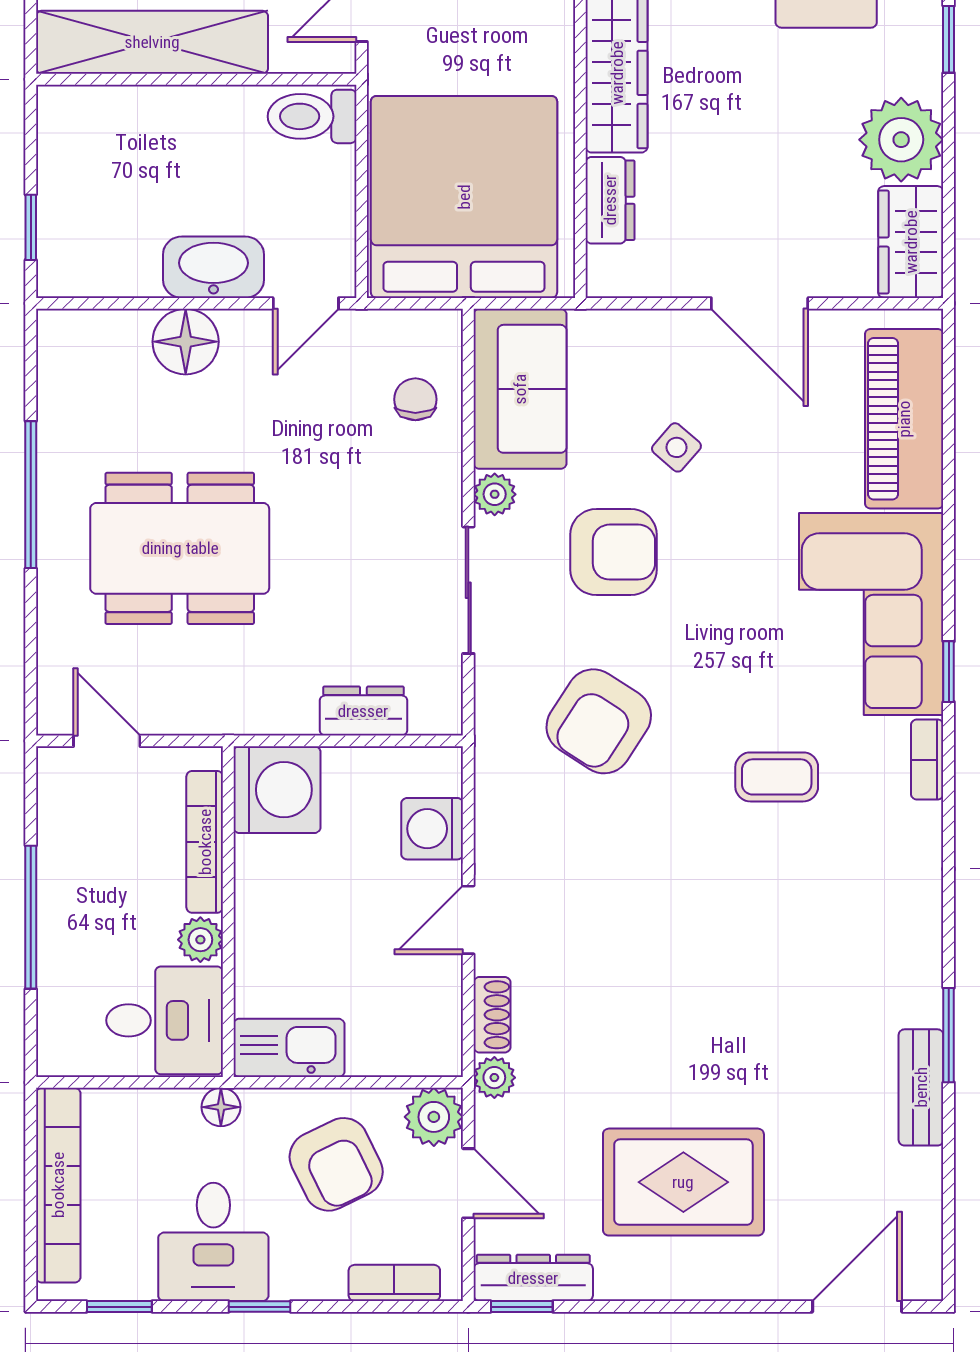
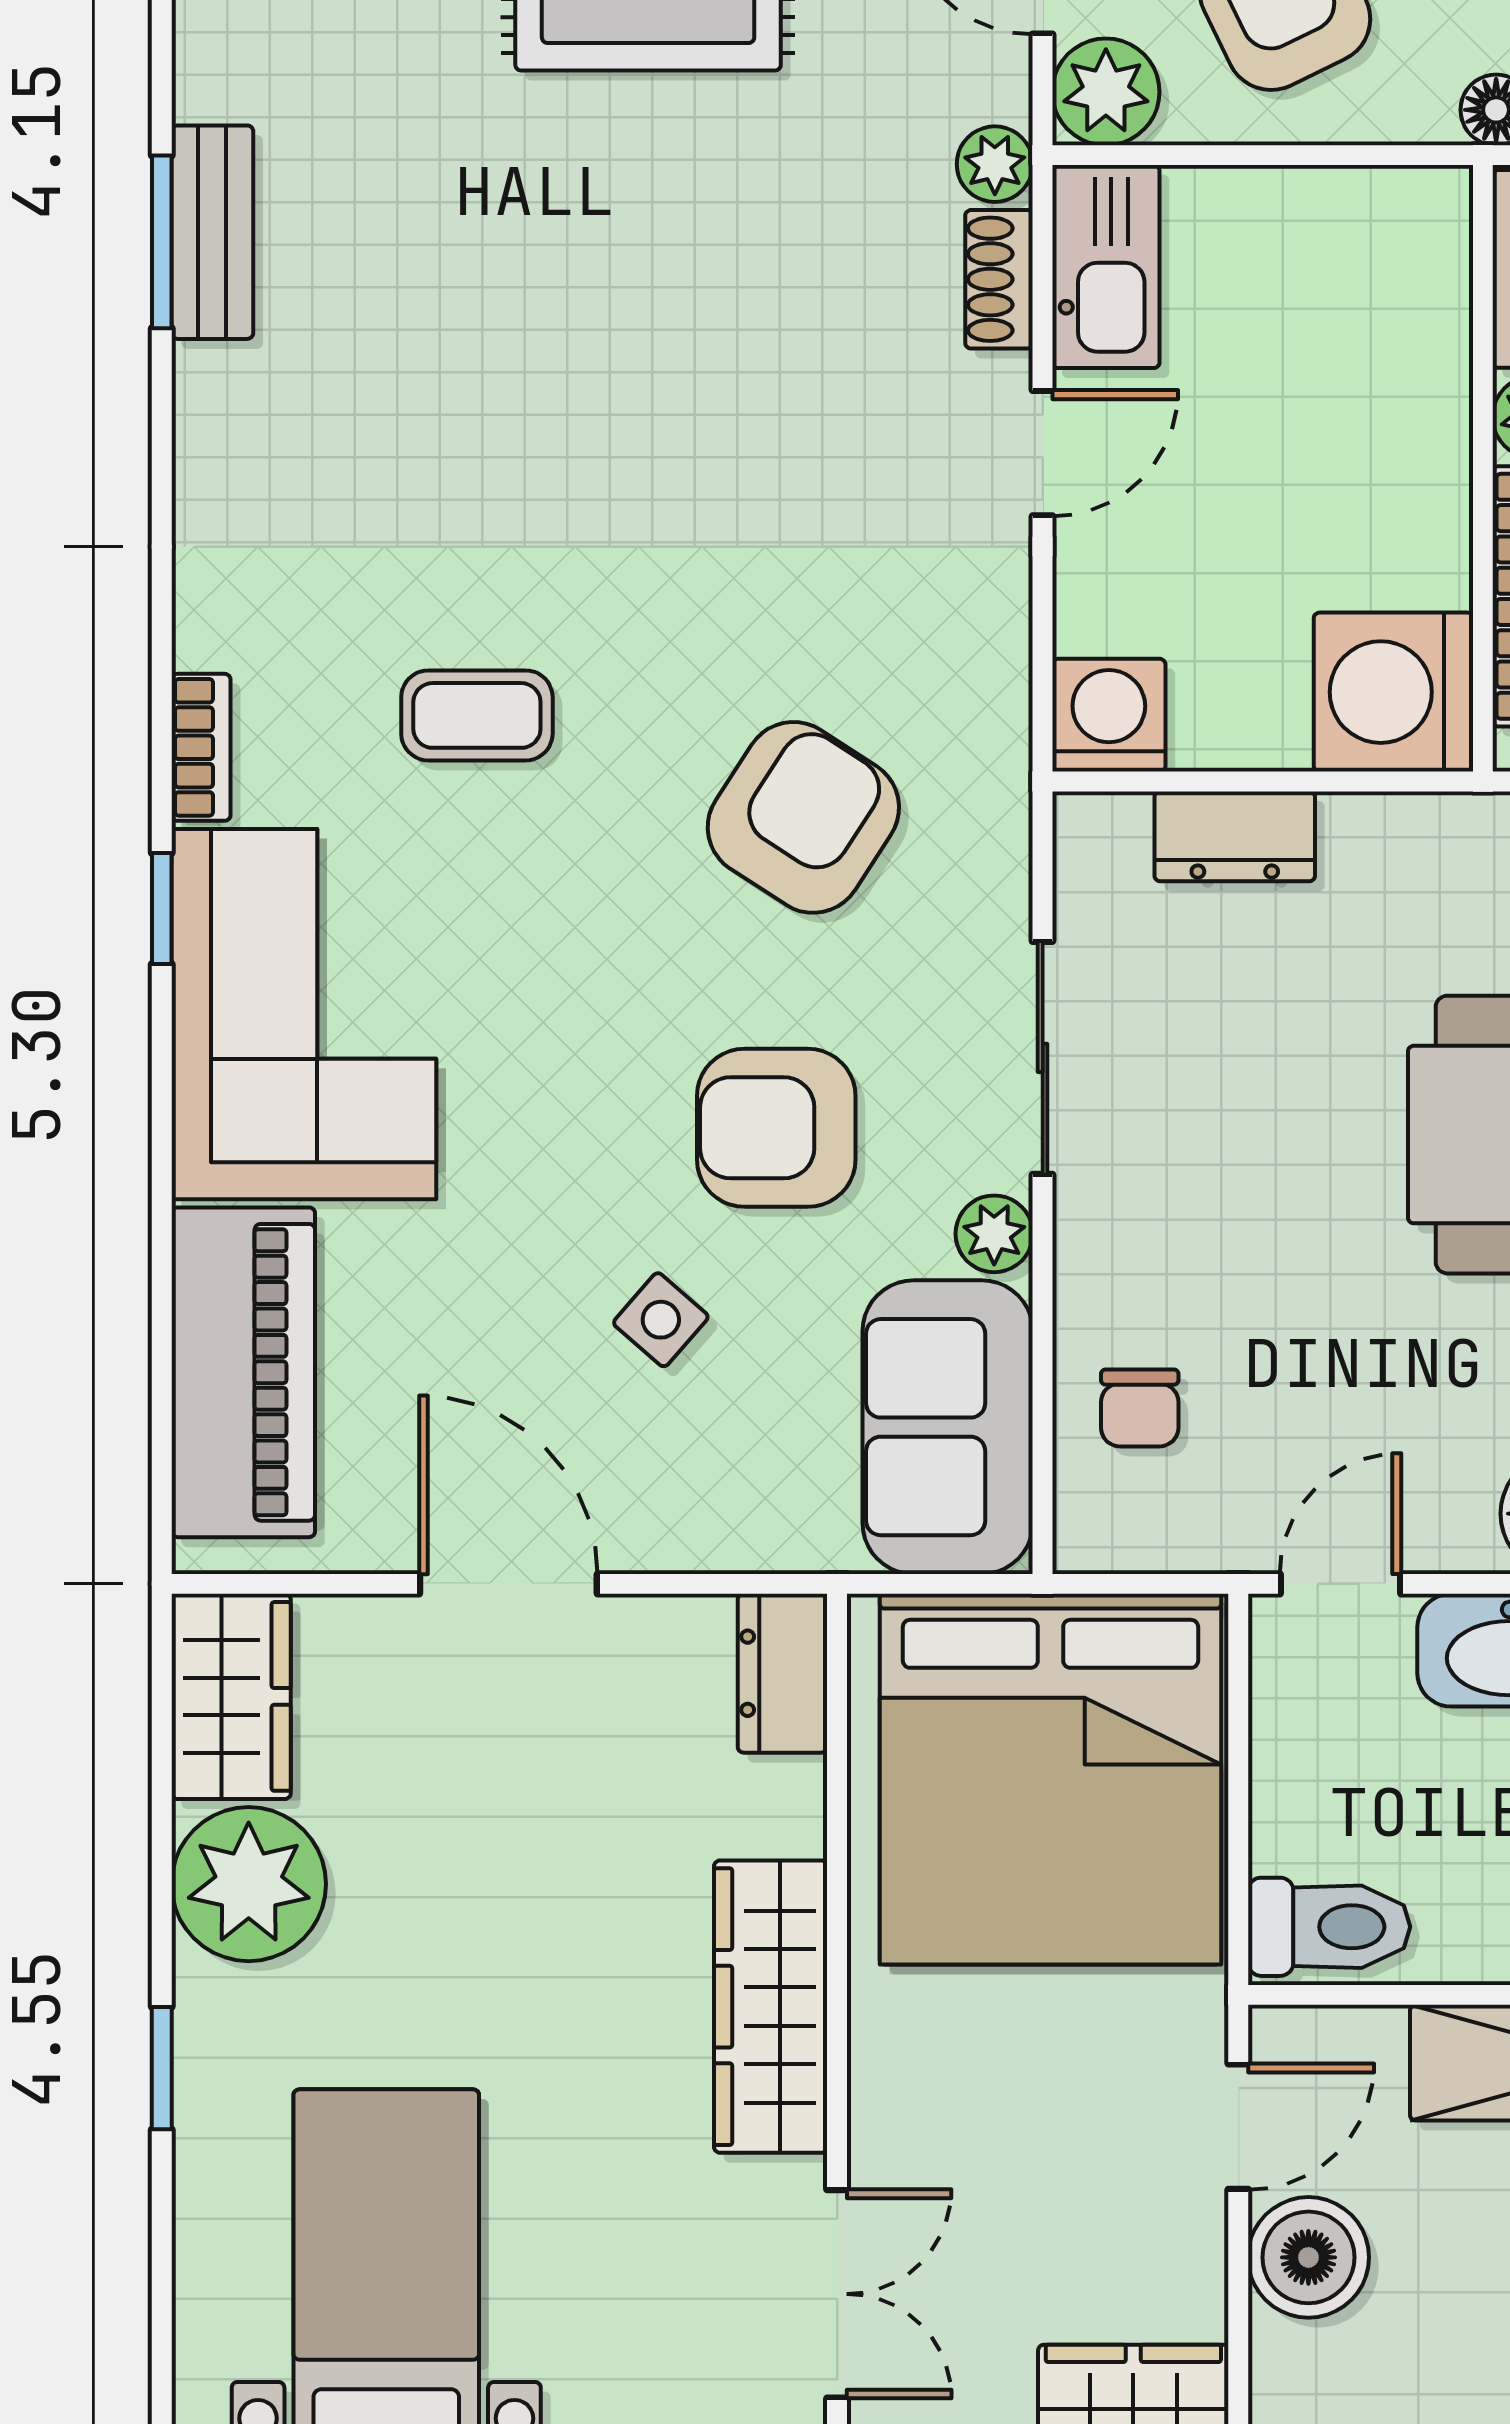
dresser: (610, 200) -> (782, 1673), moved
washing machine: (432, 829) -> (1109, 715), moved, turned -90
kitchen sink: (289, 1048) -> (1106, 267), moved, turned -90
bench: (921, 1087) -> (212, 232), moved

